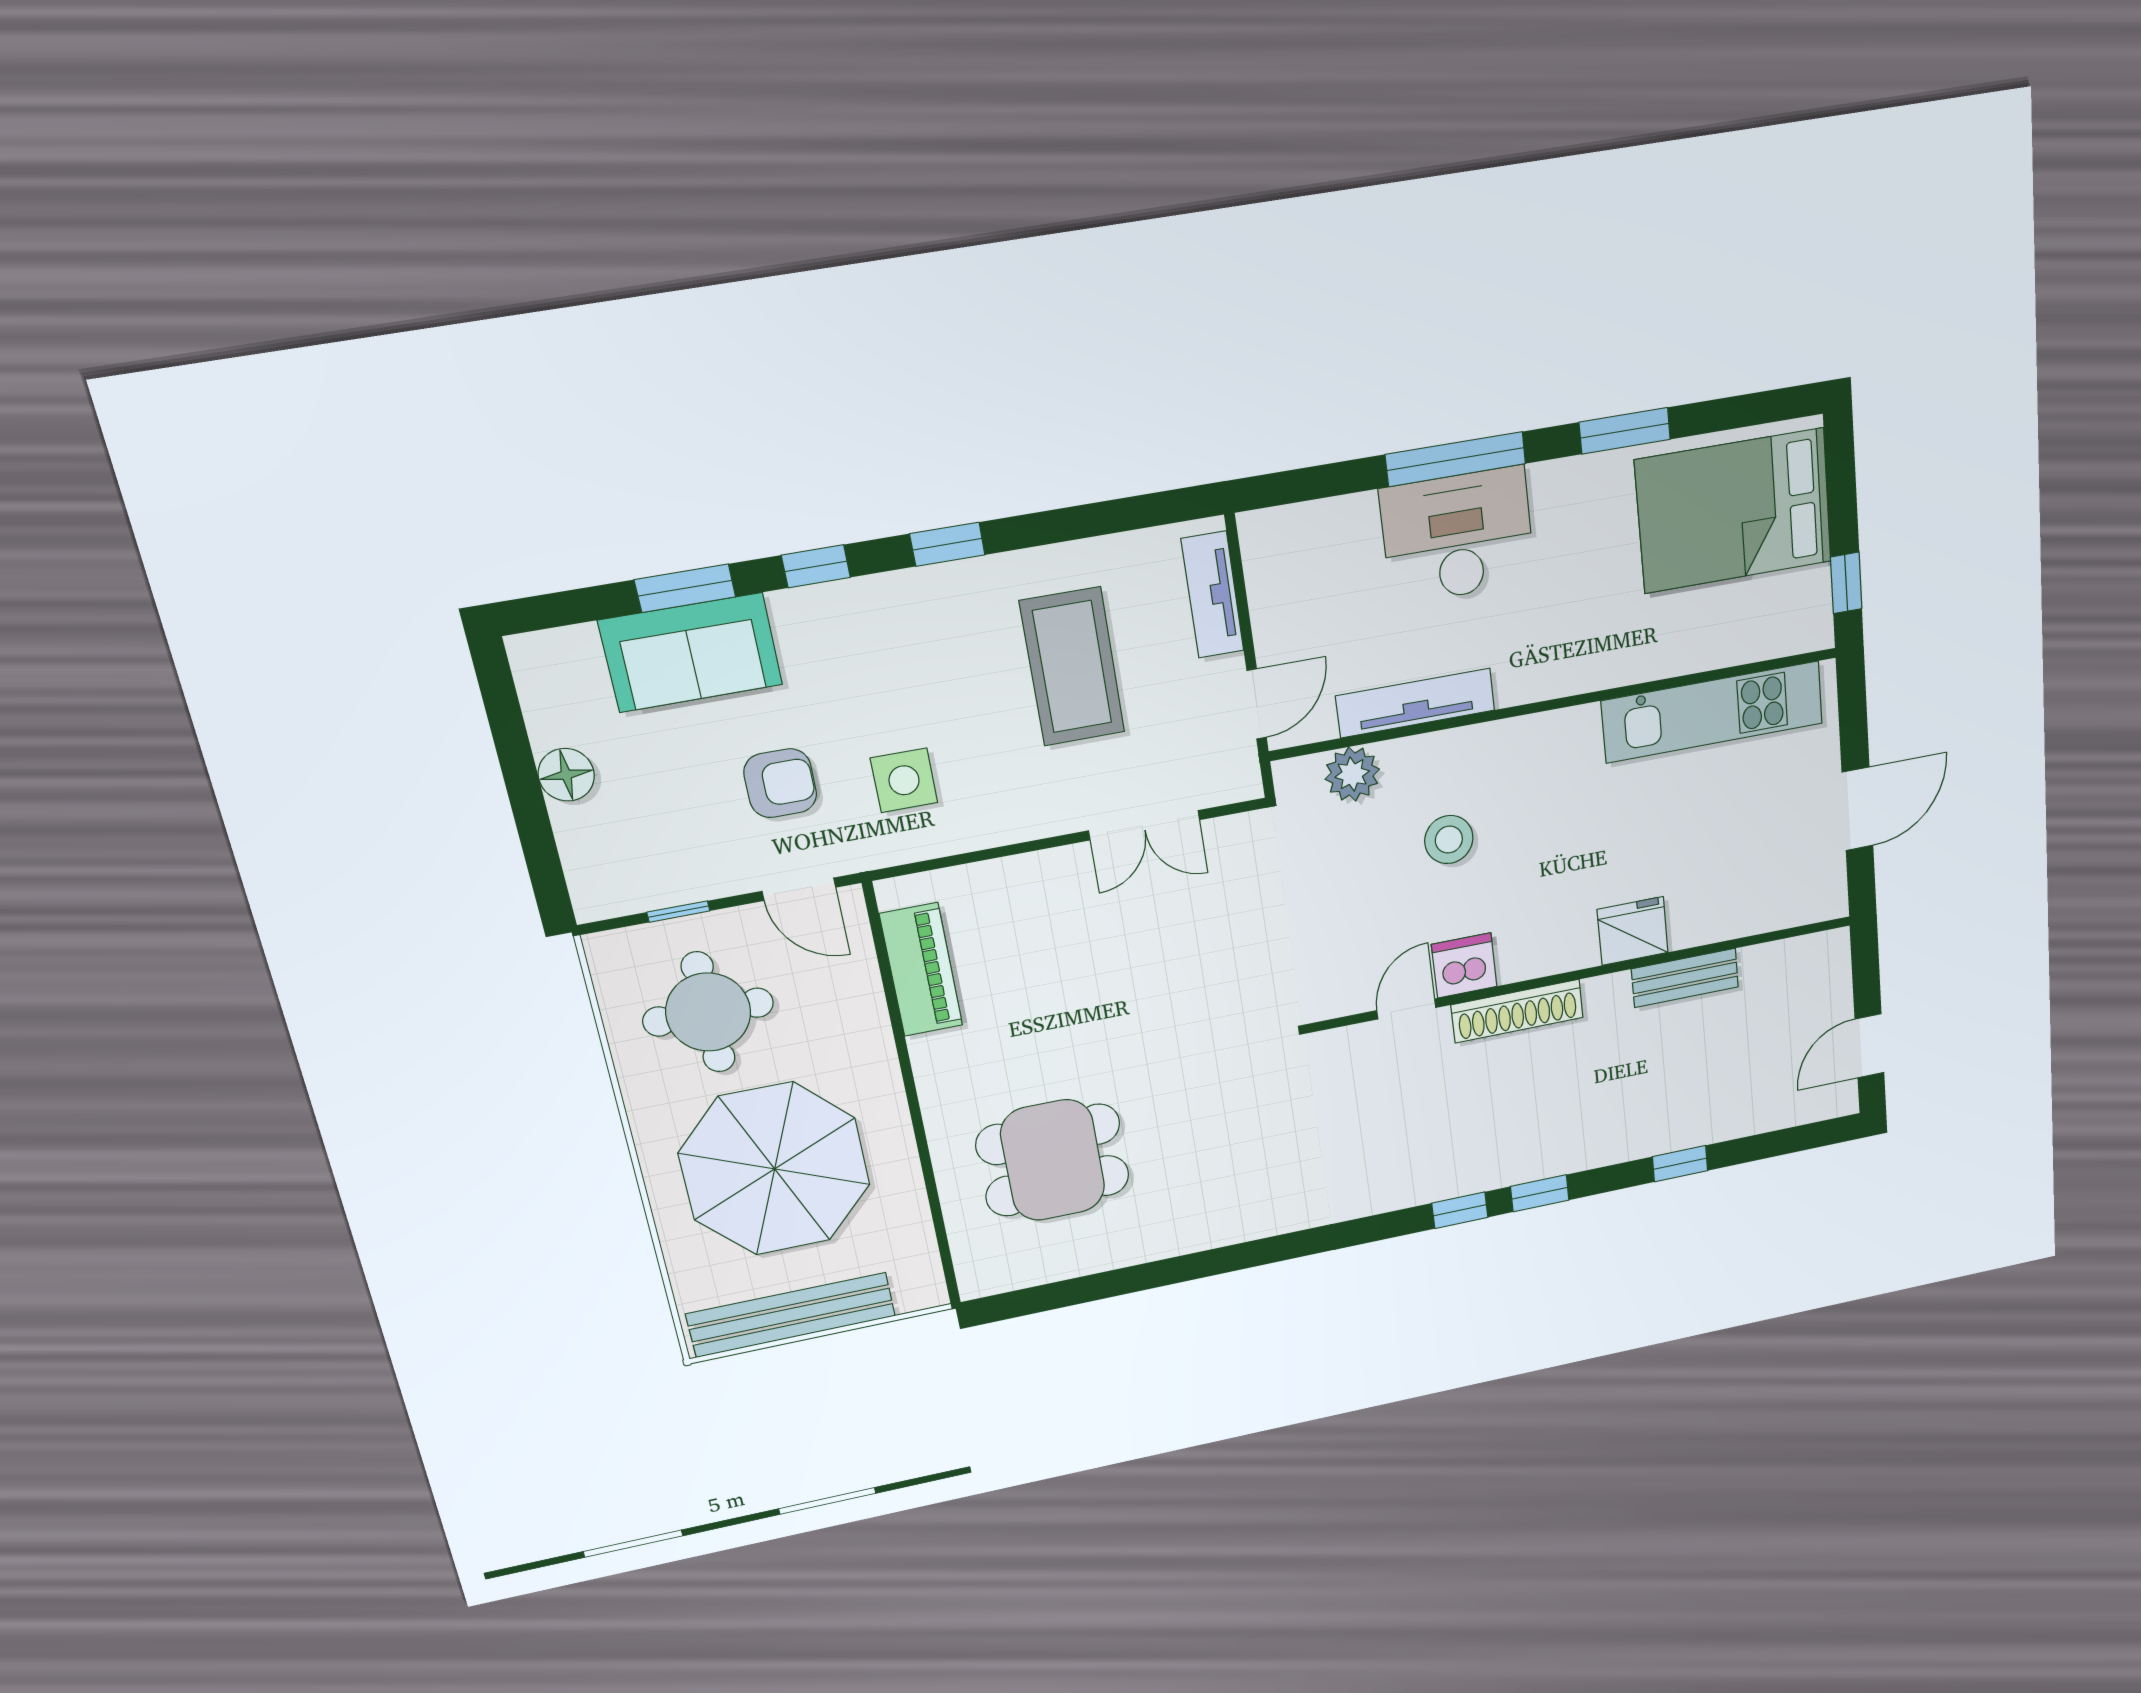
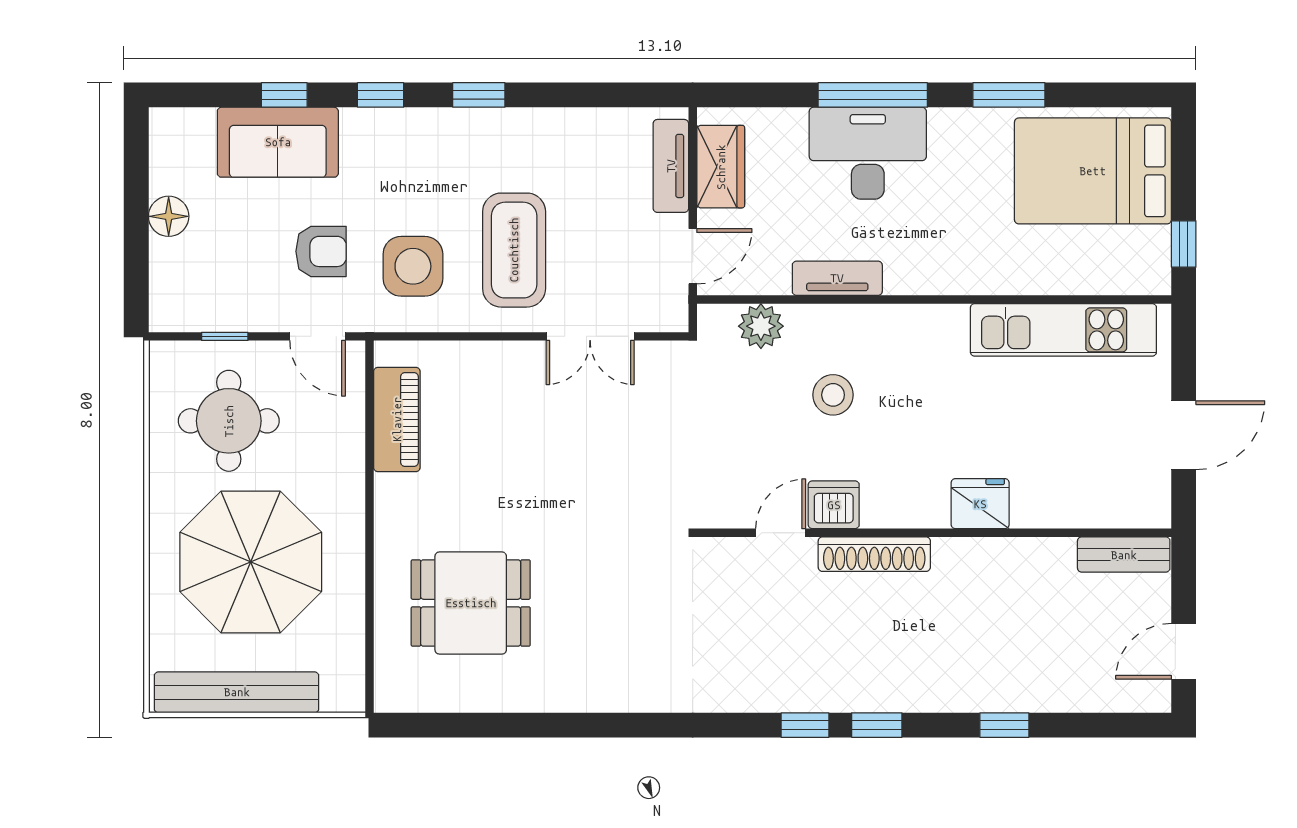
wardrobe: (1276, 585) -> (721, 167), added
window: (685, 588) -> (284, 95), width x0.67
coffee table: (1072, 667) -> (514, 250), moved
tv unit: (1415, 703) -> (837, 278), width x0.71
side table: (904, 780) -> (413, 266), width x1.37, depth x1.37
bench: (1685, 978) -> (1124, 555), moved

